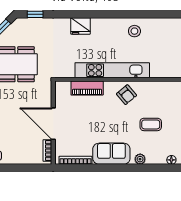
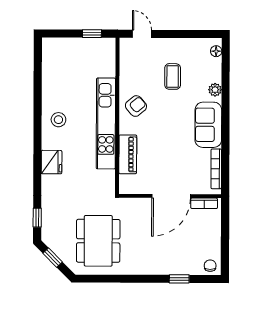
stool: (134, 31) -> (58, 120), moved

